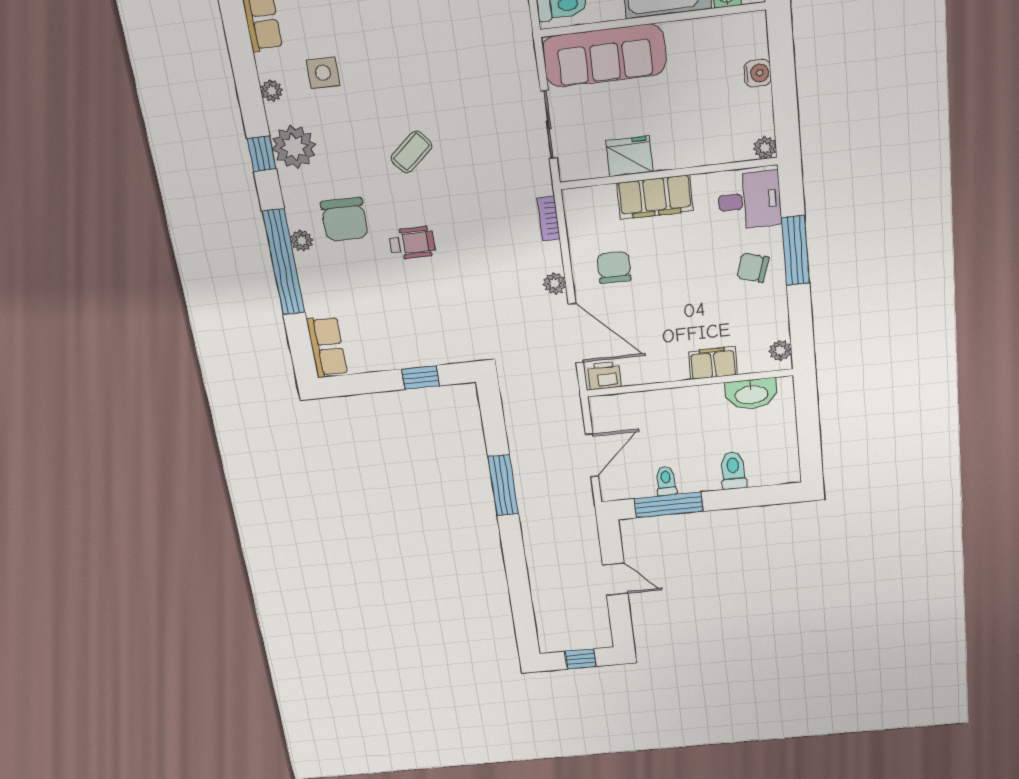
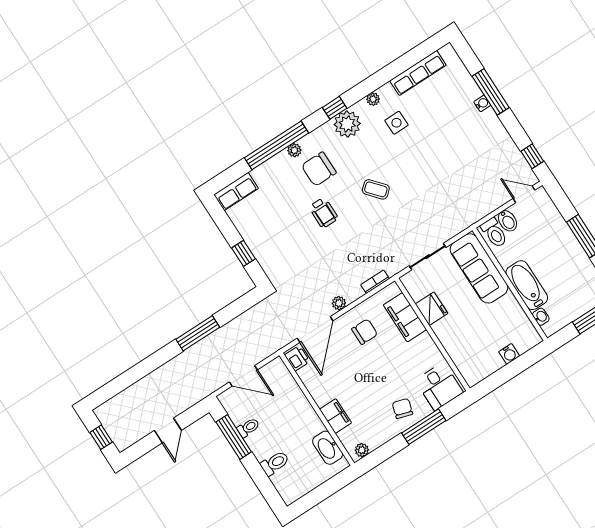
plant: (765, 148) -> (472, 379), removed
filing cabinet: (655, 197) -> (405, 317), moved

